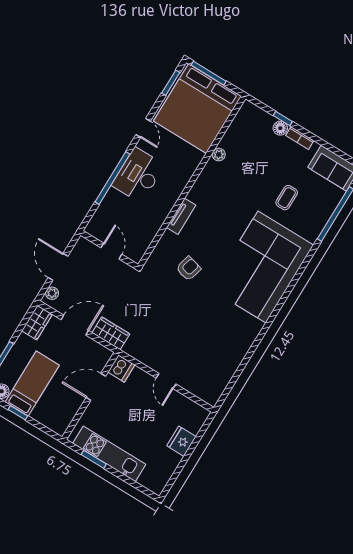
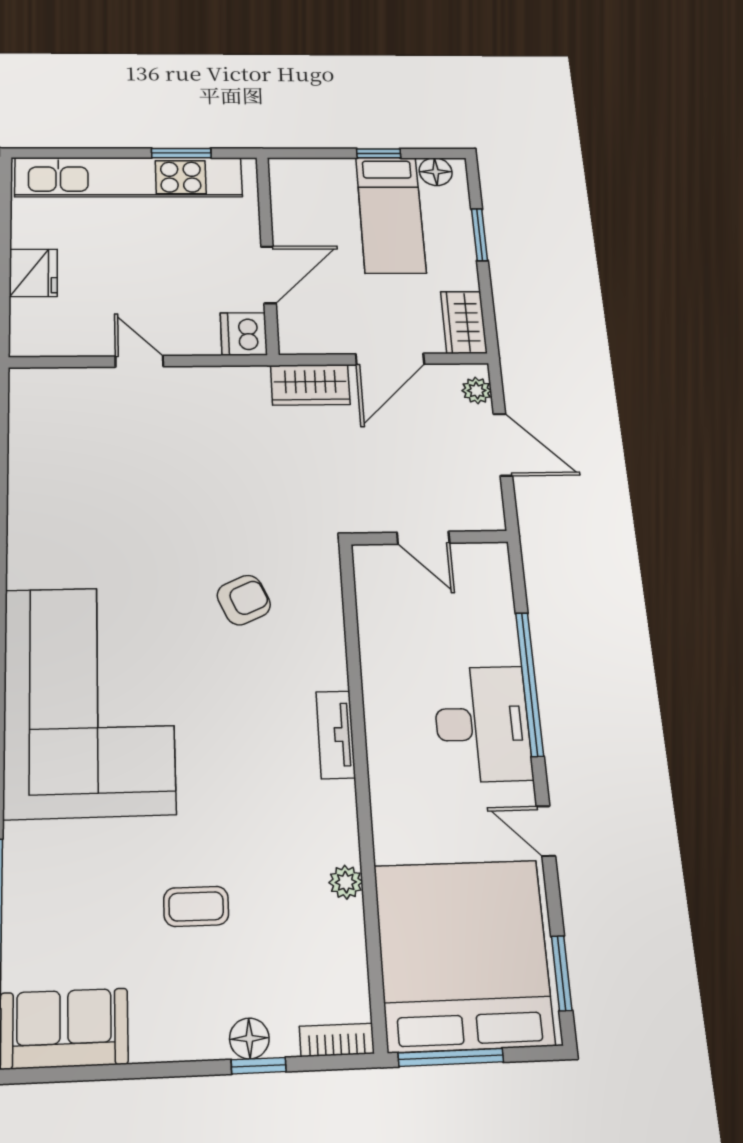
window: (209, 73) -> (451, 1057), moved
bookcase: (300, 138) -> (337, 1040), moved
coffee table: (287, 198) -> (196, 906), moved, turned 90
tv unit: (181, 216) -> (336, 735), moved
armchair: (188, 269) -> (244, 600), turned -129
kitchen unit: (109, 454) -> (129, 177), width x1.36

